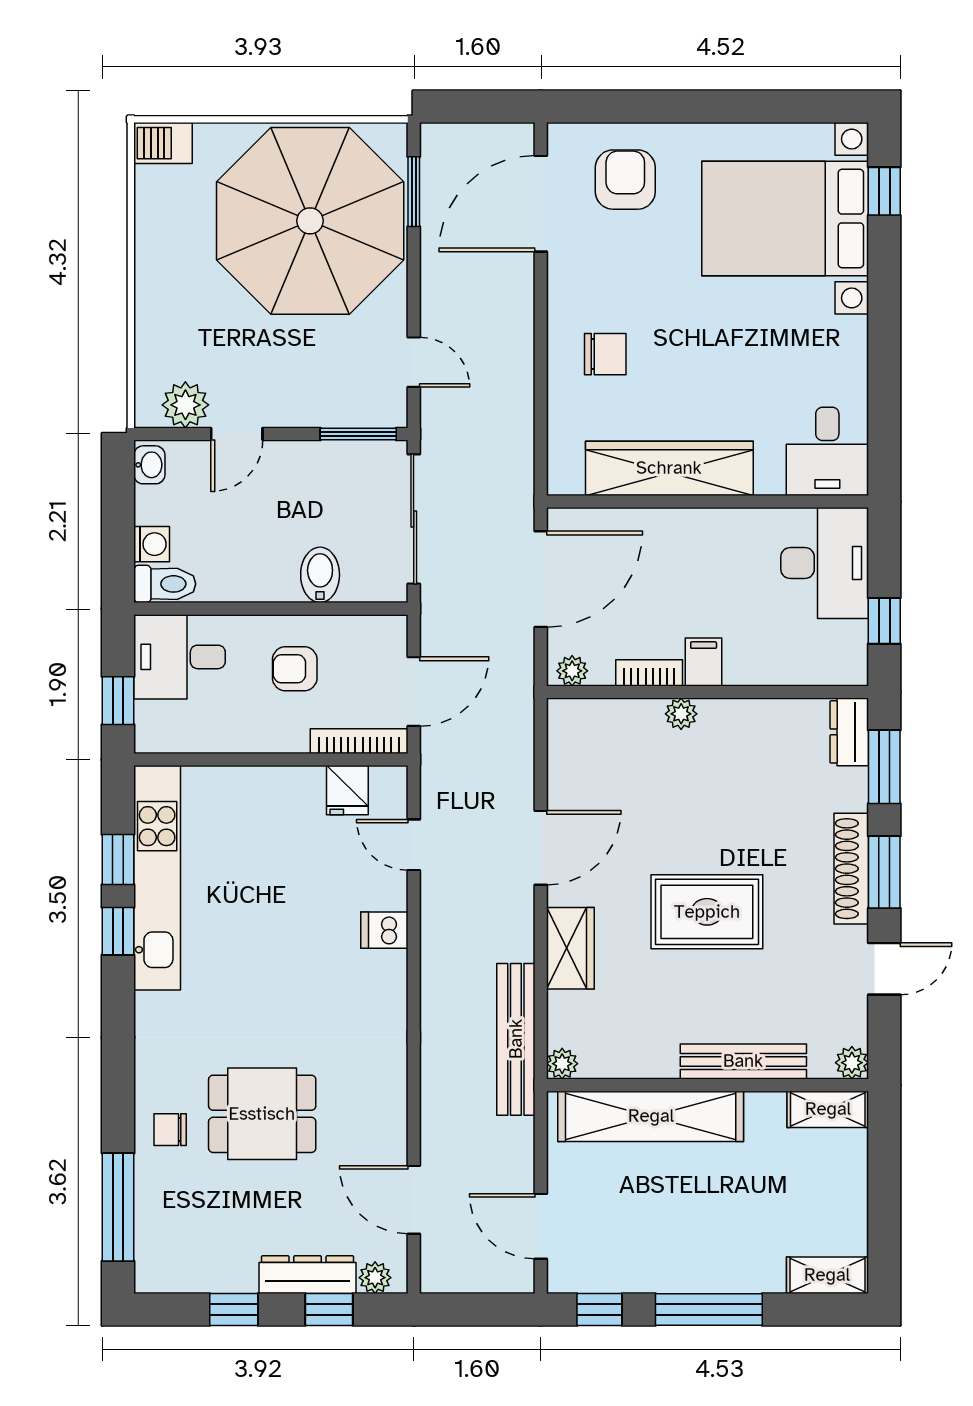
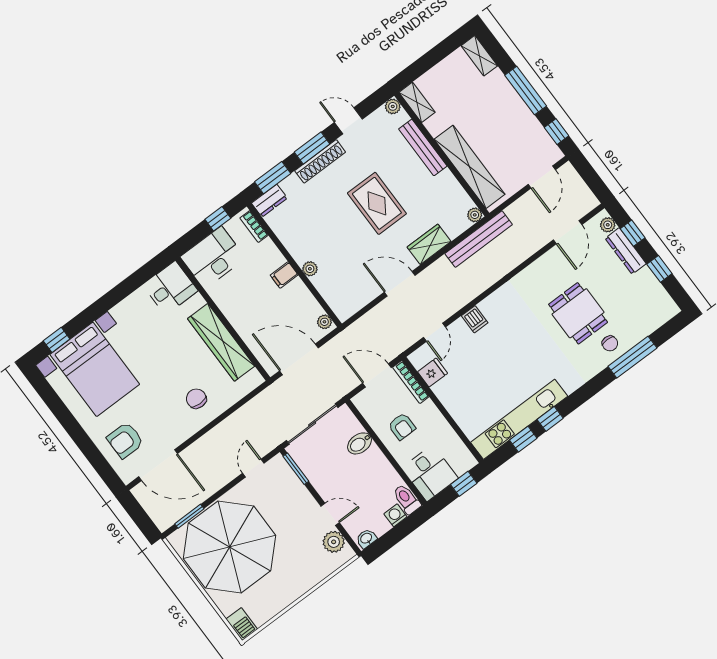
bookcase: (649, 673) -> (254, 227), moved
window: (118, 1207) -> (632, 357), moved

